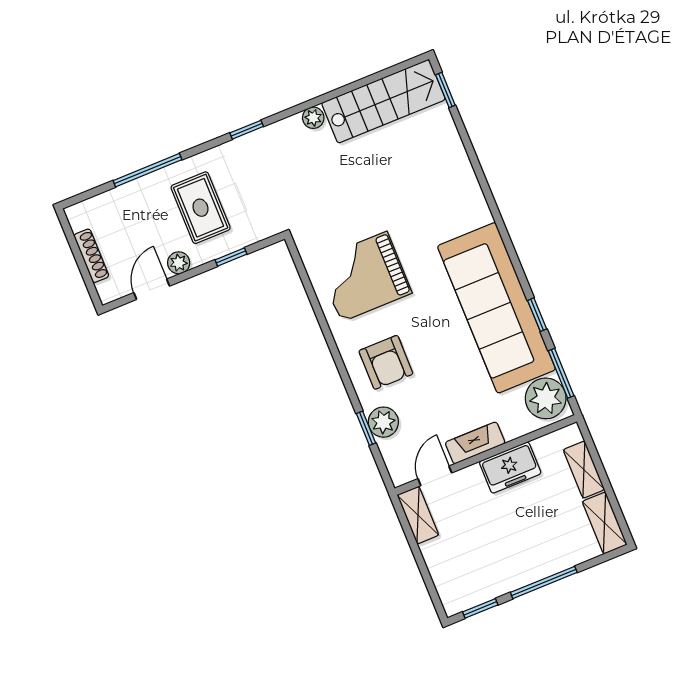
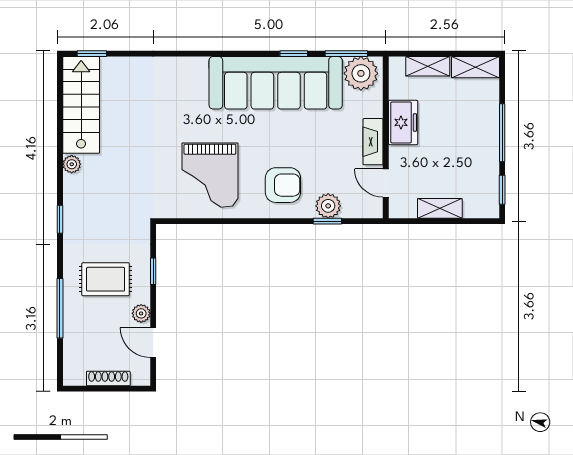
shelving: (418, 515) -> (440, 208), moved

